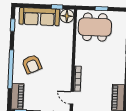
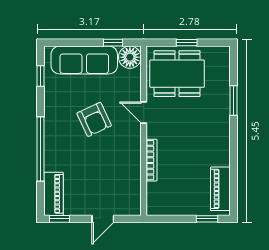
armchair: (32, 64) -> (94, 119), moved
door: (72, 98) -> (144, 113), moved

